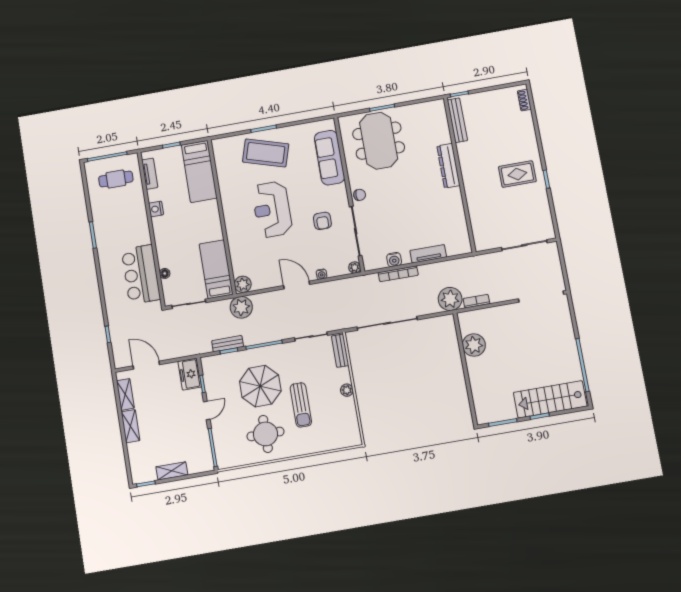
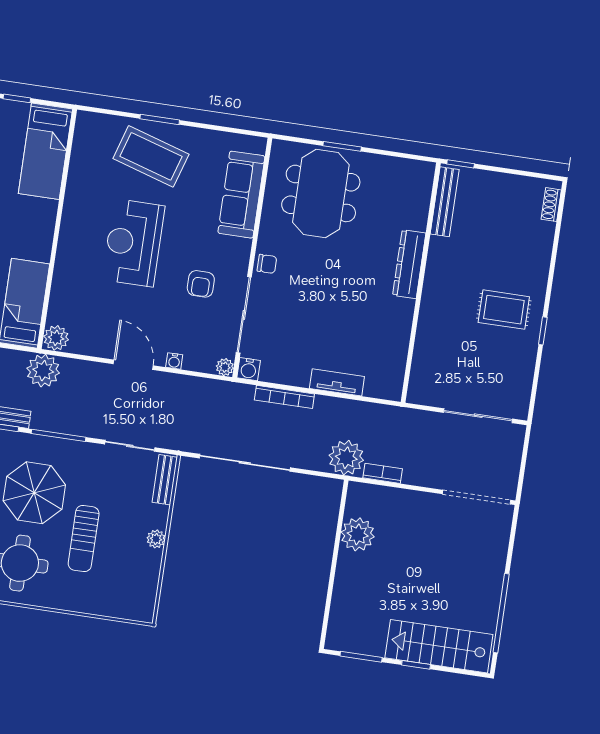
water cooler: (394, 260) -> (249, 369), moved

